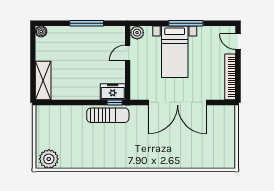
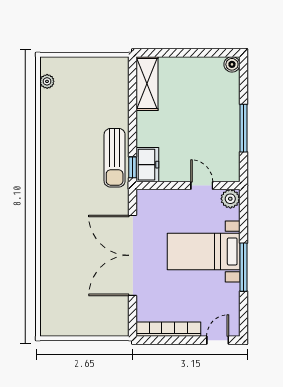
shelving: (43, 80) -> (147, 84), moved, turned 90
plant: (49, 159) -> (47, 81), width x0.53, depth x0.53

